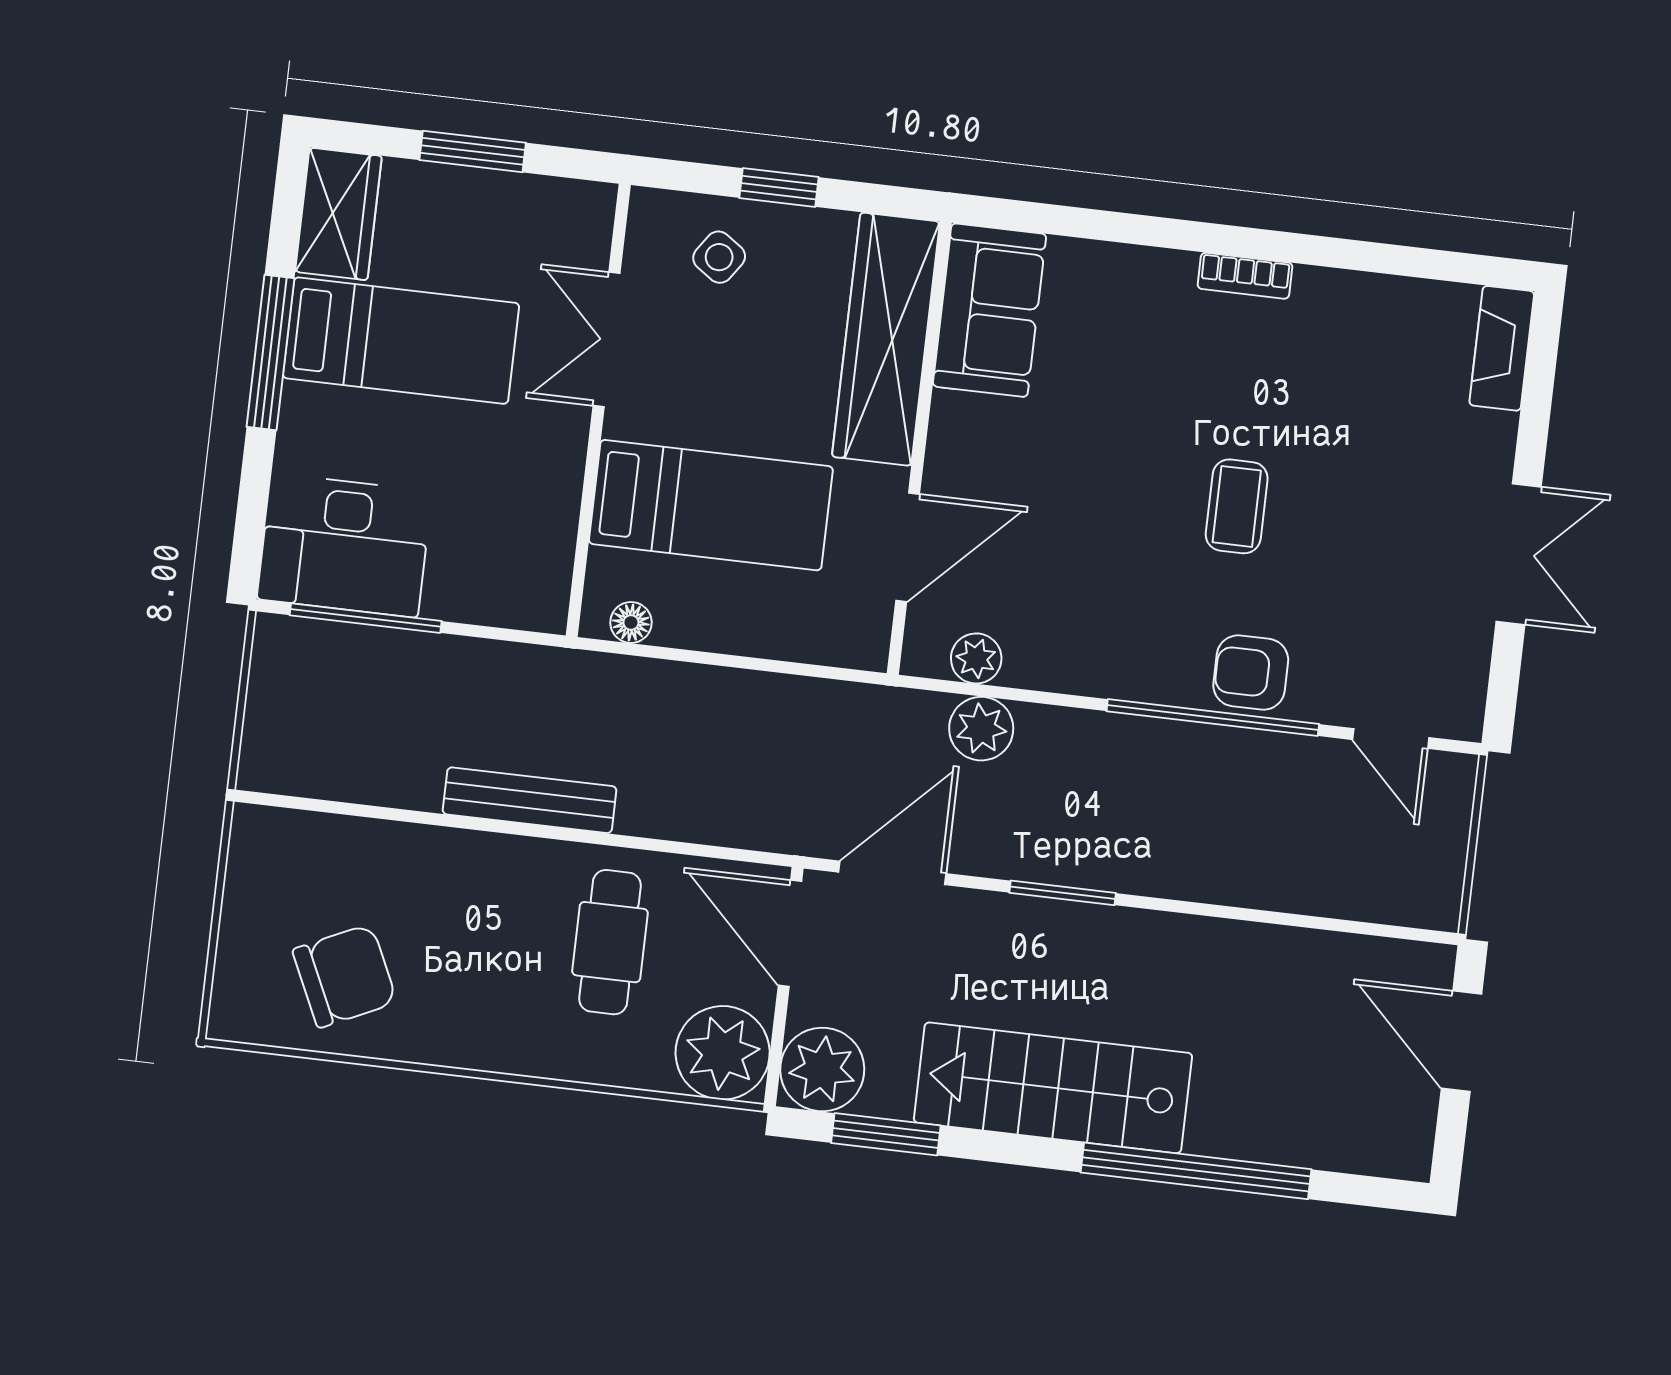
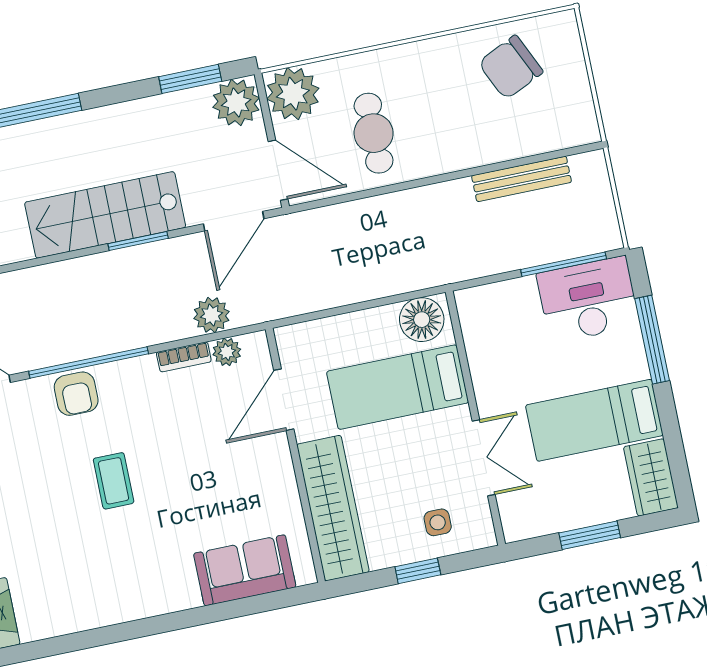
side table: (719, 257) -> (438, 522), turned -35
bookcase: (1245, 276) -> (184, 357), moved, turned 180
sofa: (989, 310) -> (245, 570), moved, turned 90
window: (270, 352) -> (652, 340), moved
floor lamp: (631, 622) -> (422, 320), width x1.89, depth x1.89
armchair: (1251, 673) -> (76, 394), turned 90
bench: (530, 800) -> (522, 179), moved
stairs: (1053, 1088) -> (105, 215), moved, turned 180

